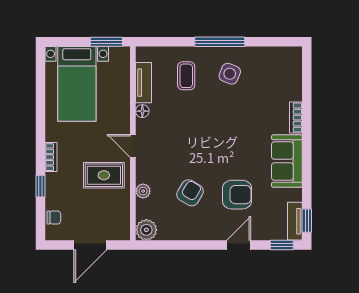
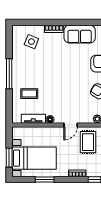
window: (106, 42) -> (9, 158), moved
side table: (230, 74) -> (31, 42), moved
window: (41, 102) -> (45, 179), added

